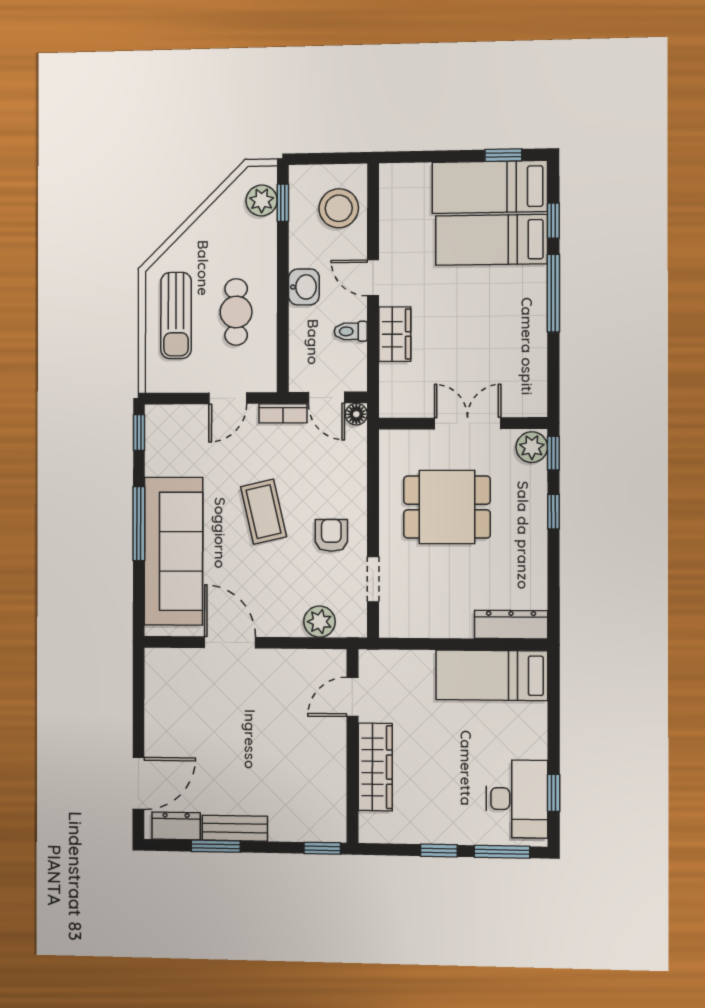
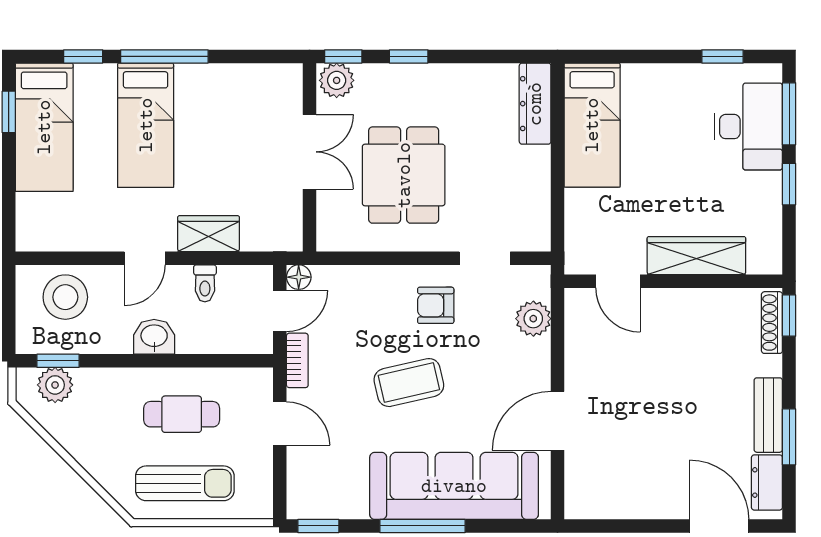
bed: (491, 240) -> (146, 125), moved
double door: (468, 423) -> (310, 152), swing flipped
desk: (517, 799) -> (748, 127), moved, turned 90
shoe rack: (316, 833) -> (772, 323), added

